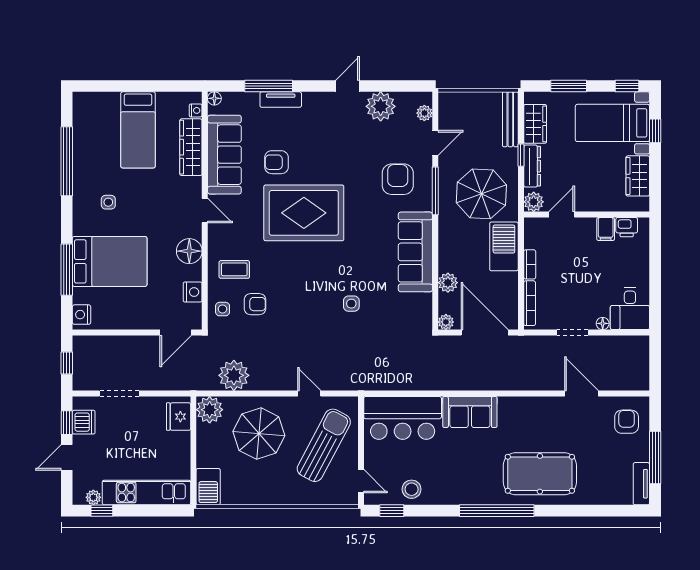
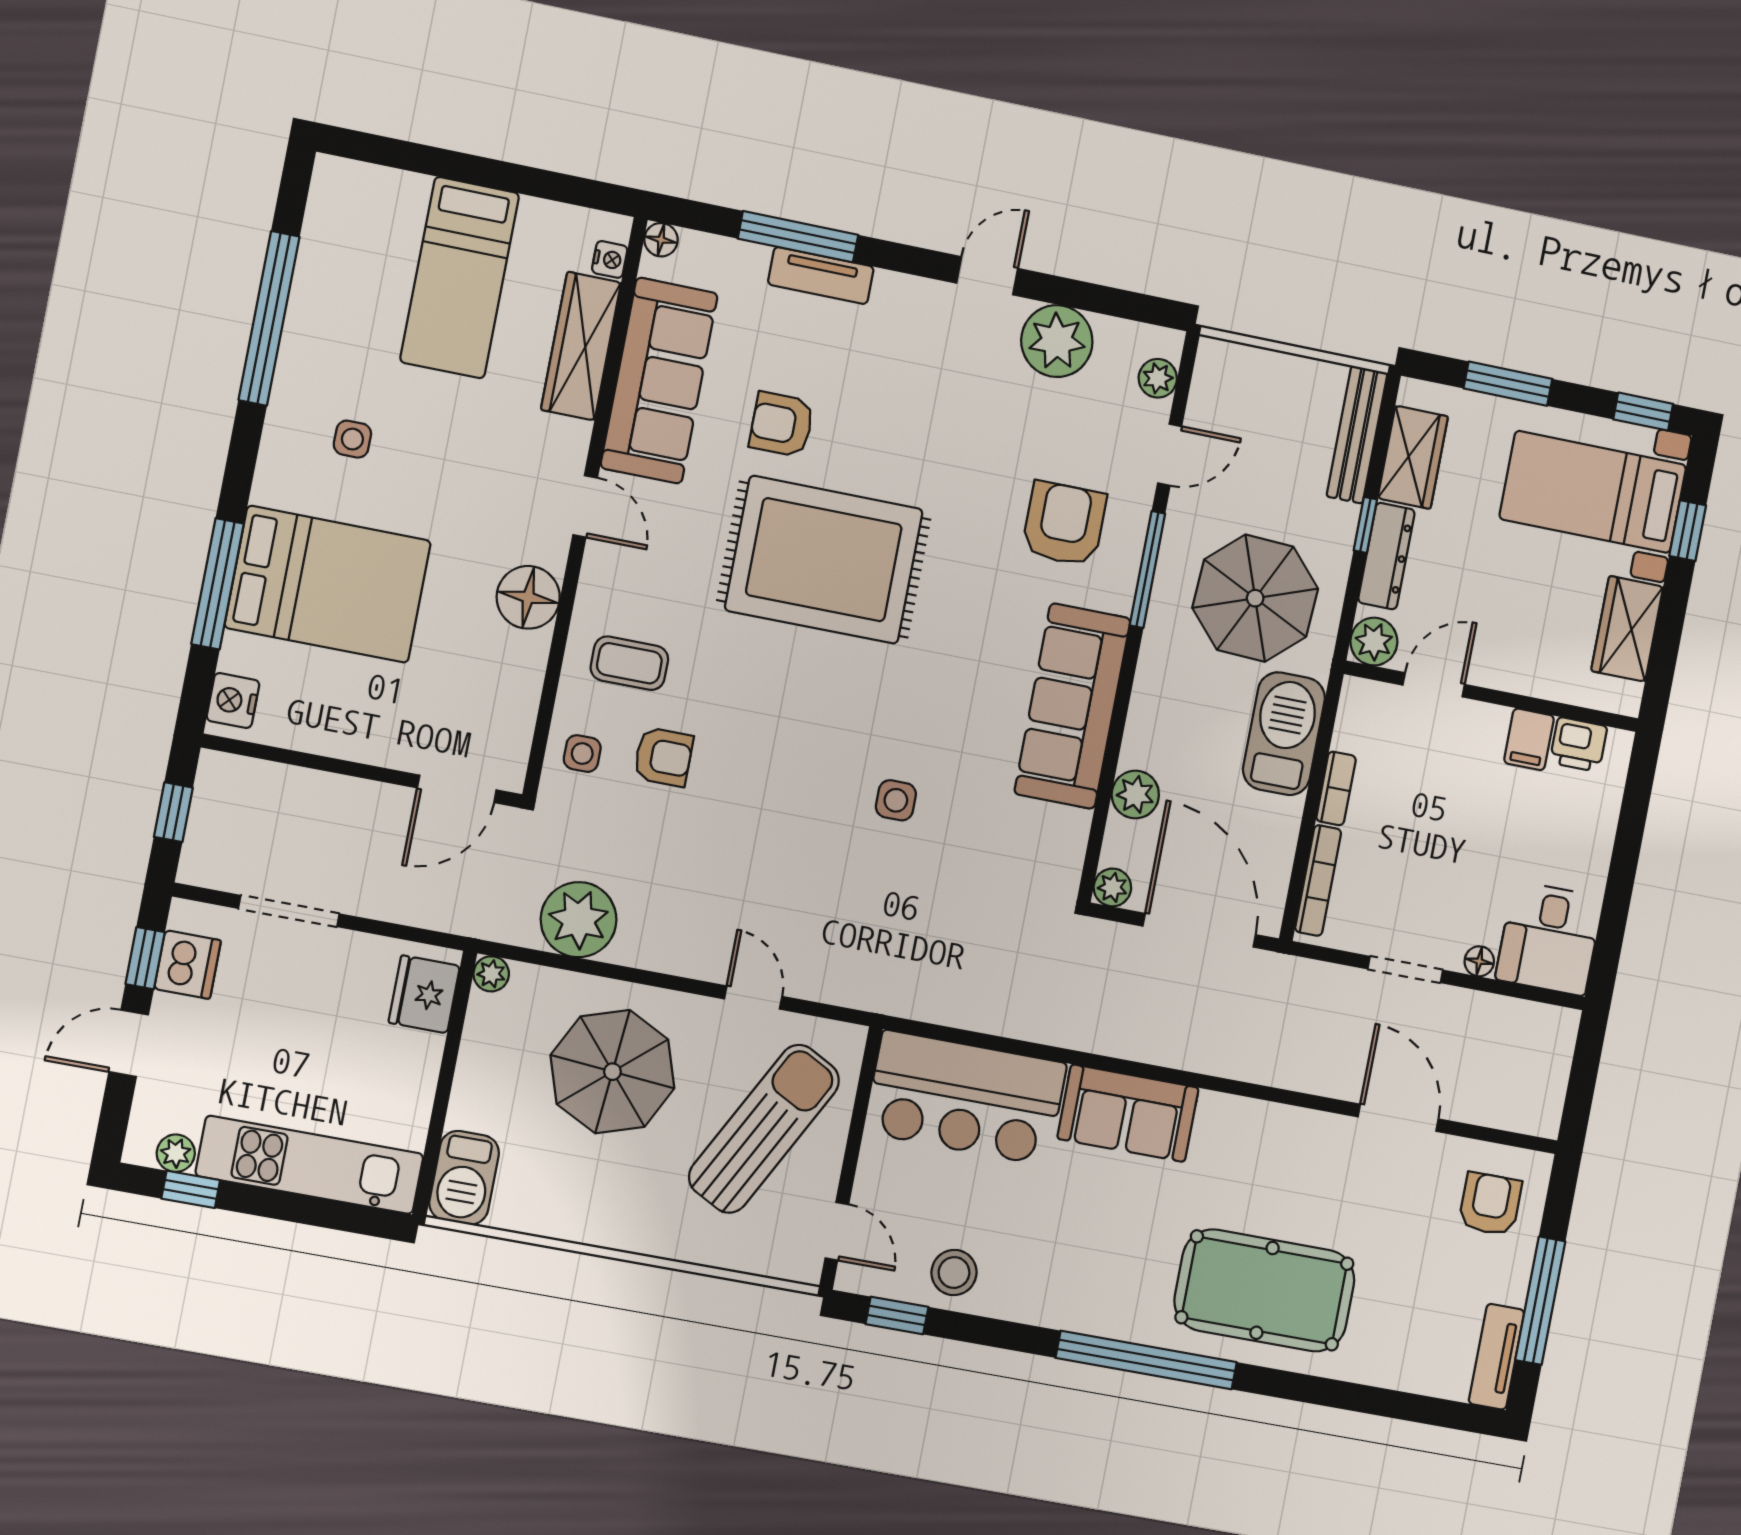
nightstand: (193, 292) -> (517, 698), removed
plant: (210, 410) -> (491, 974), width x0.53, depth x0.53

